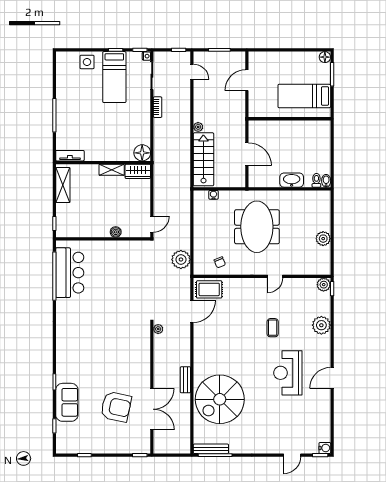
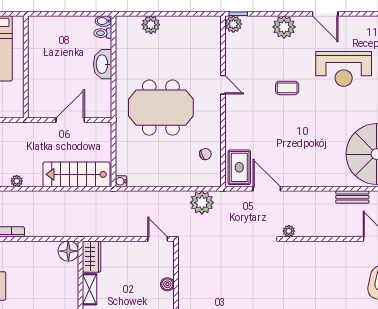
plant: (198, 127) -> (17, 181), moved
water cooler: (213, 195) -> (121, 181), moved
plant: (323, 239) -> (151, 25), moved
door: (332, 378) -> (325, 14), moved

